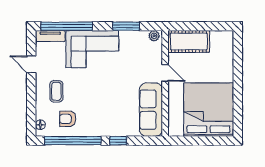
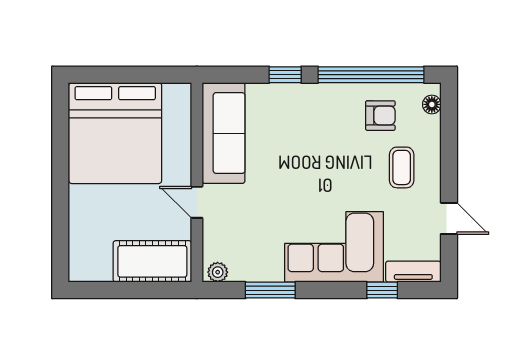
window: (67, 26) -> (382, 290), width x0.32

